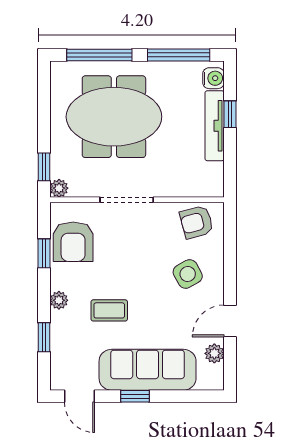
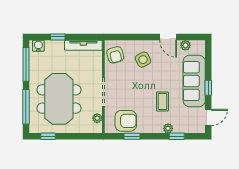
tv unit: (215, 126) -> (83, 45), moved
window: (44, 167) -> (48, 136), moved
plant: (59, 188) -> (97, 118), moved
plant: (59, 300) -> (168, 128), moved

